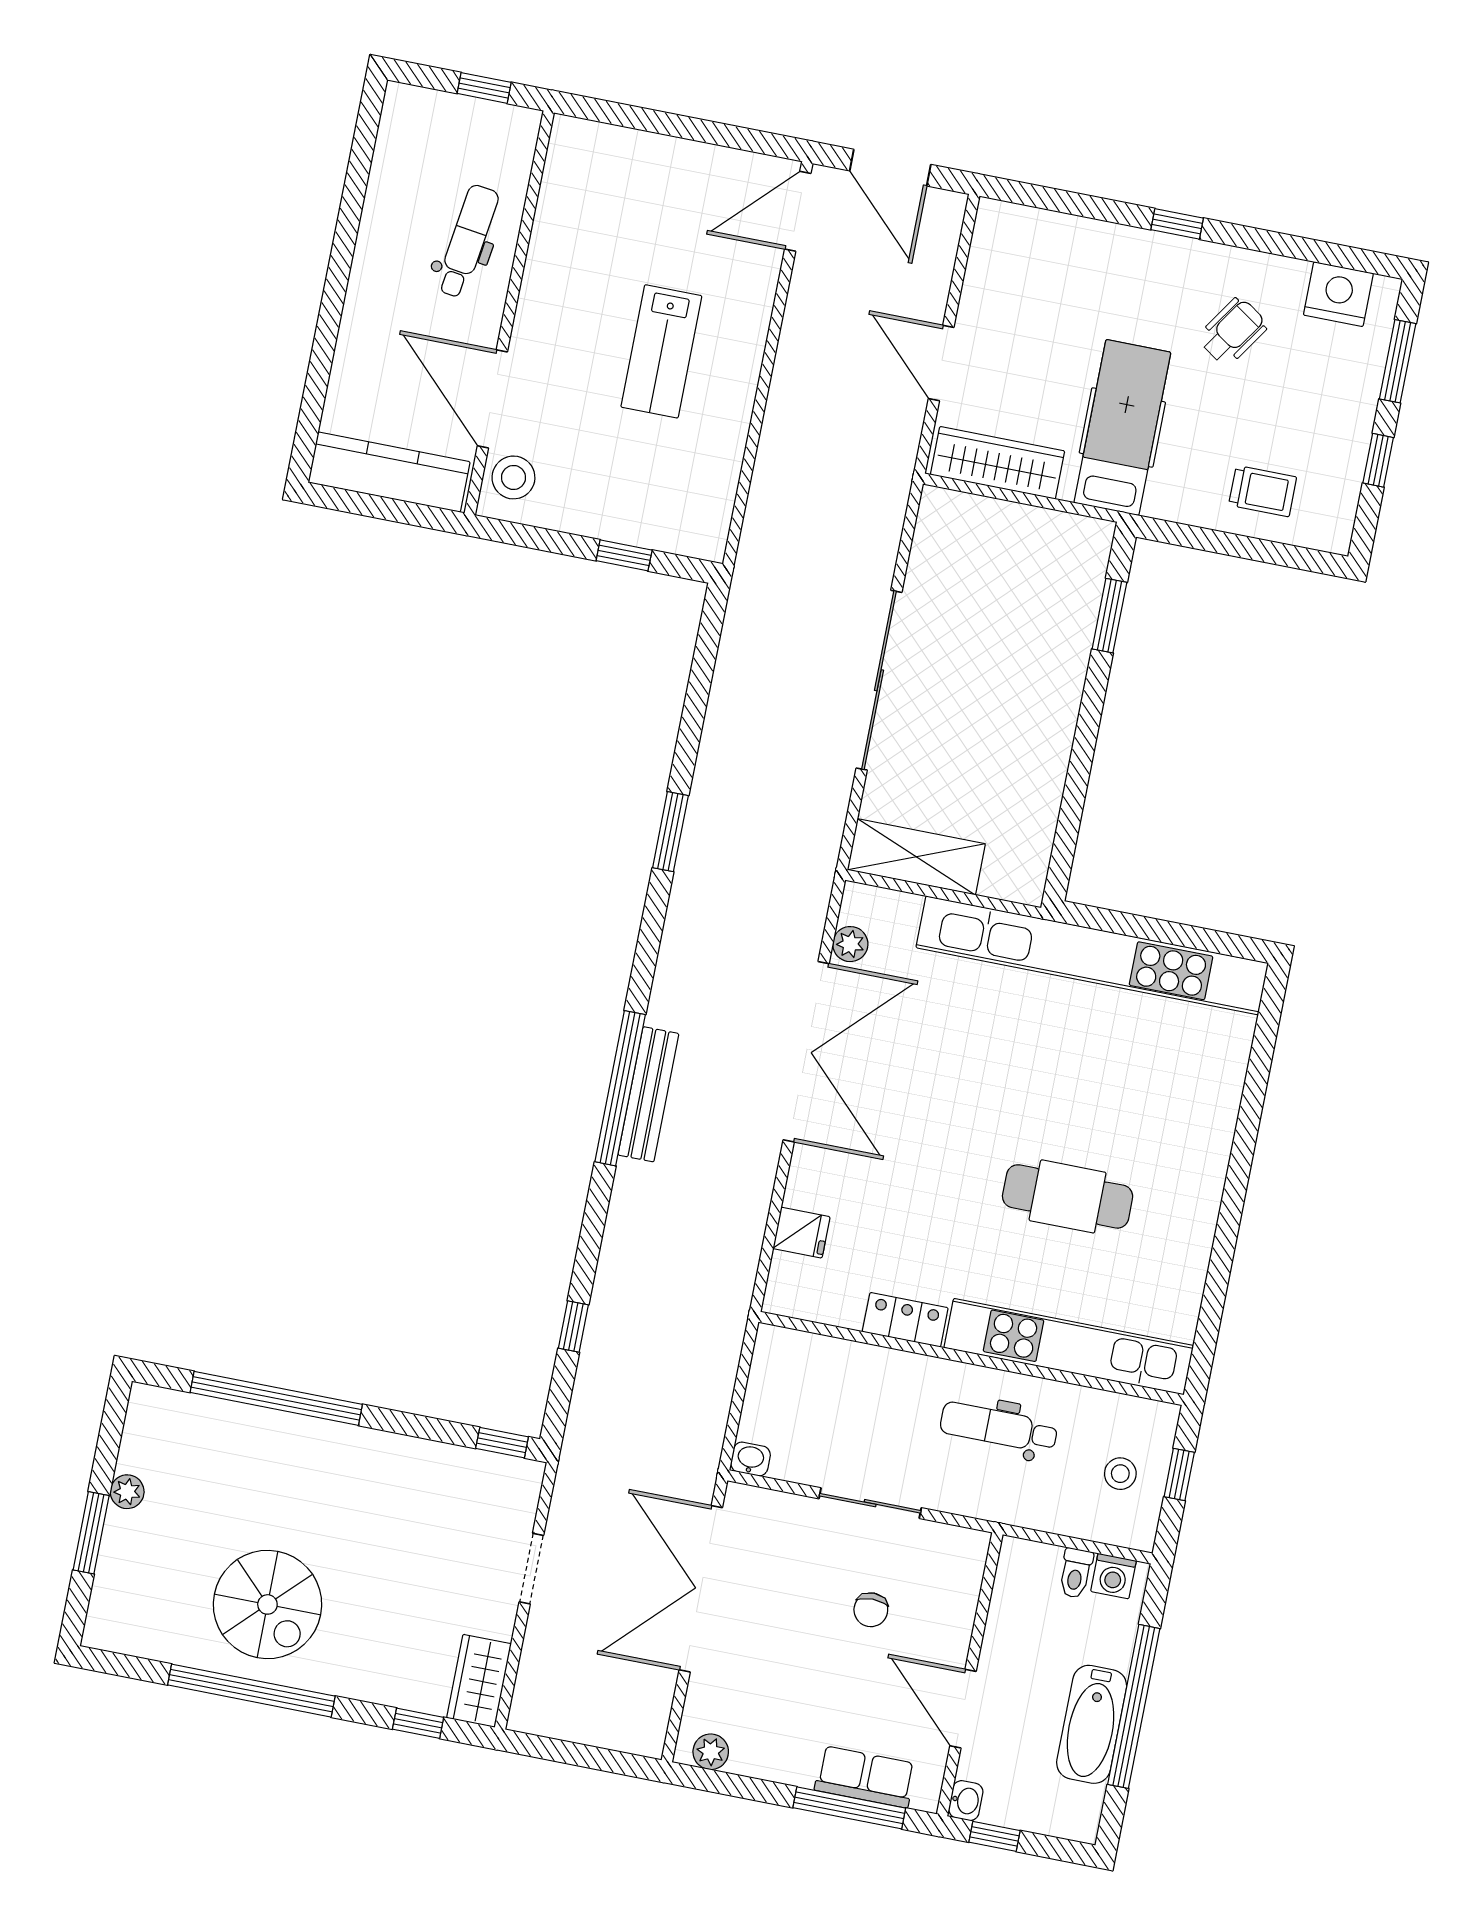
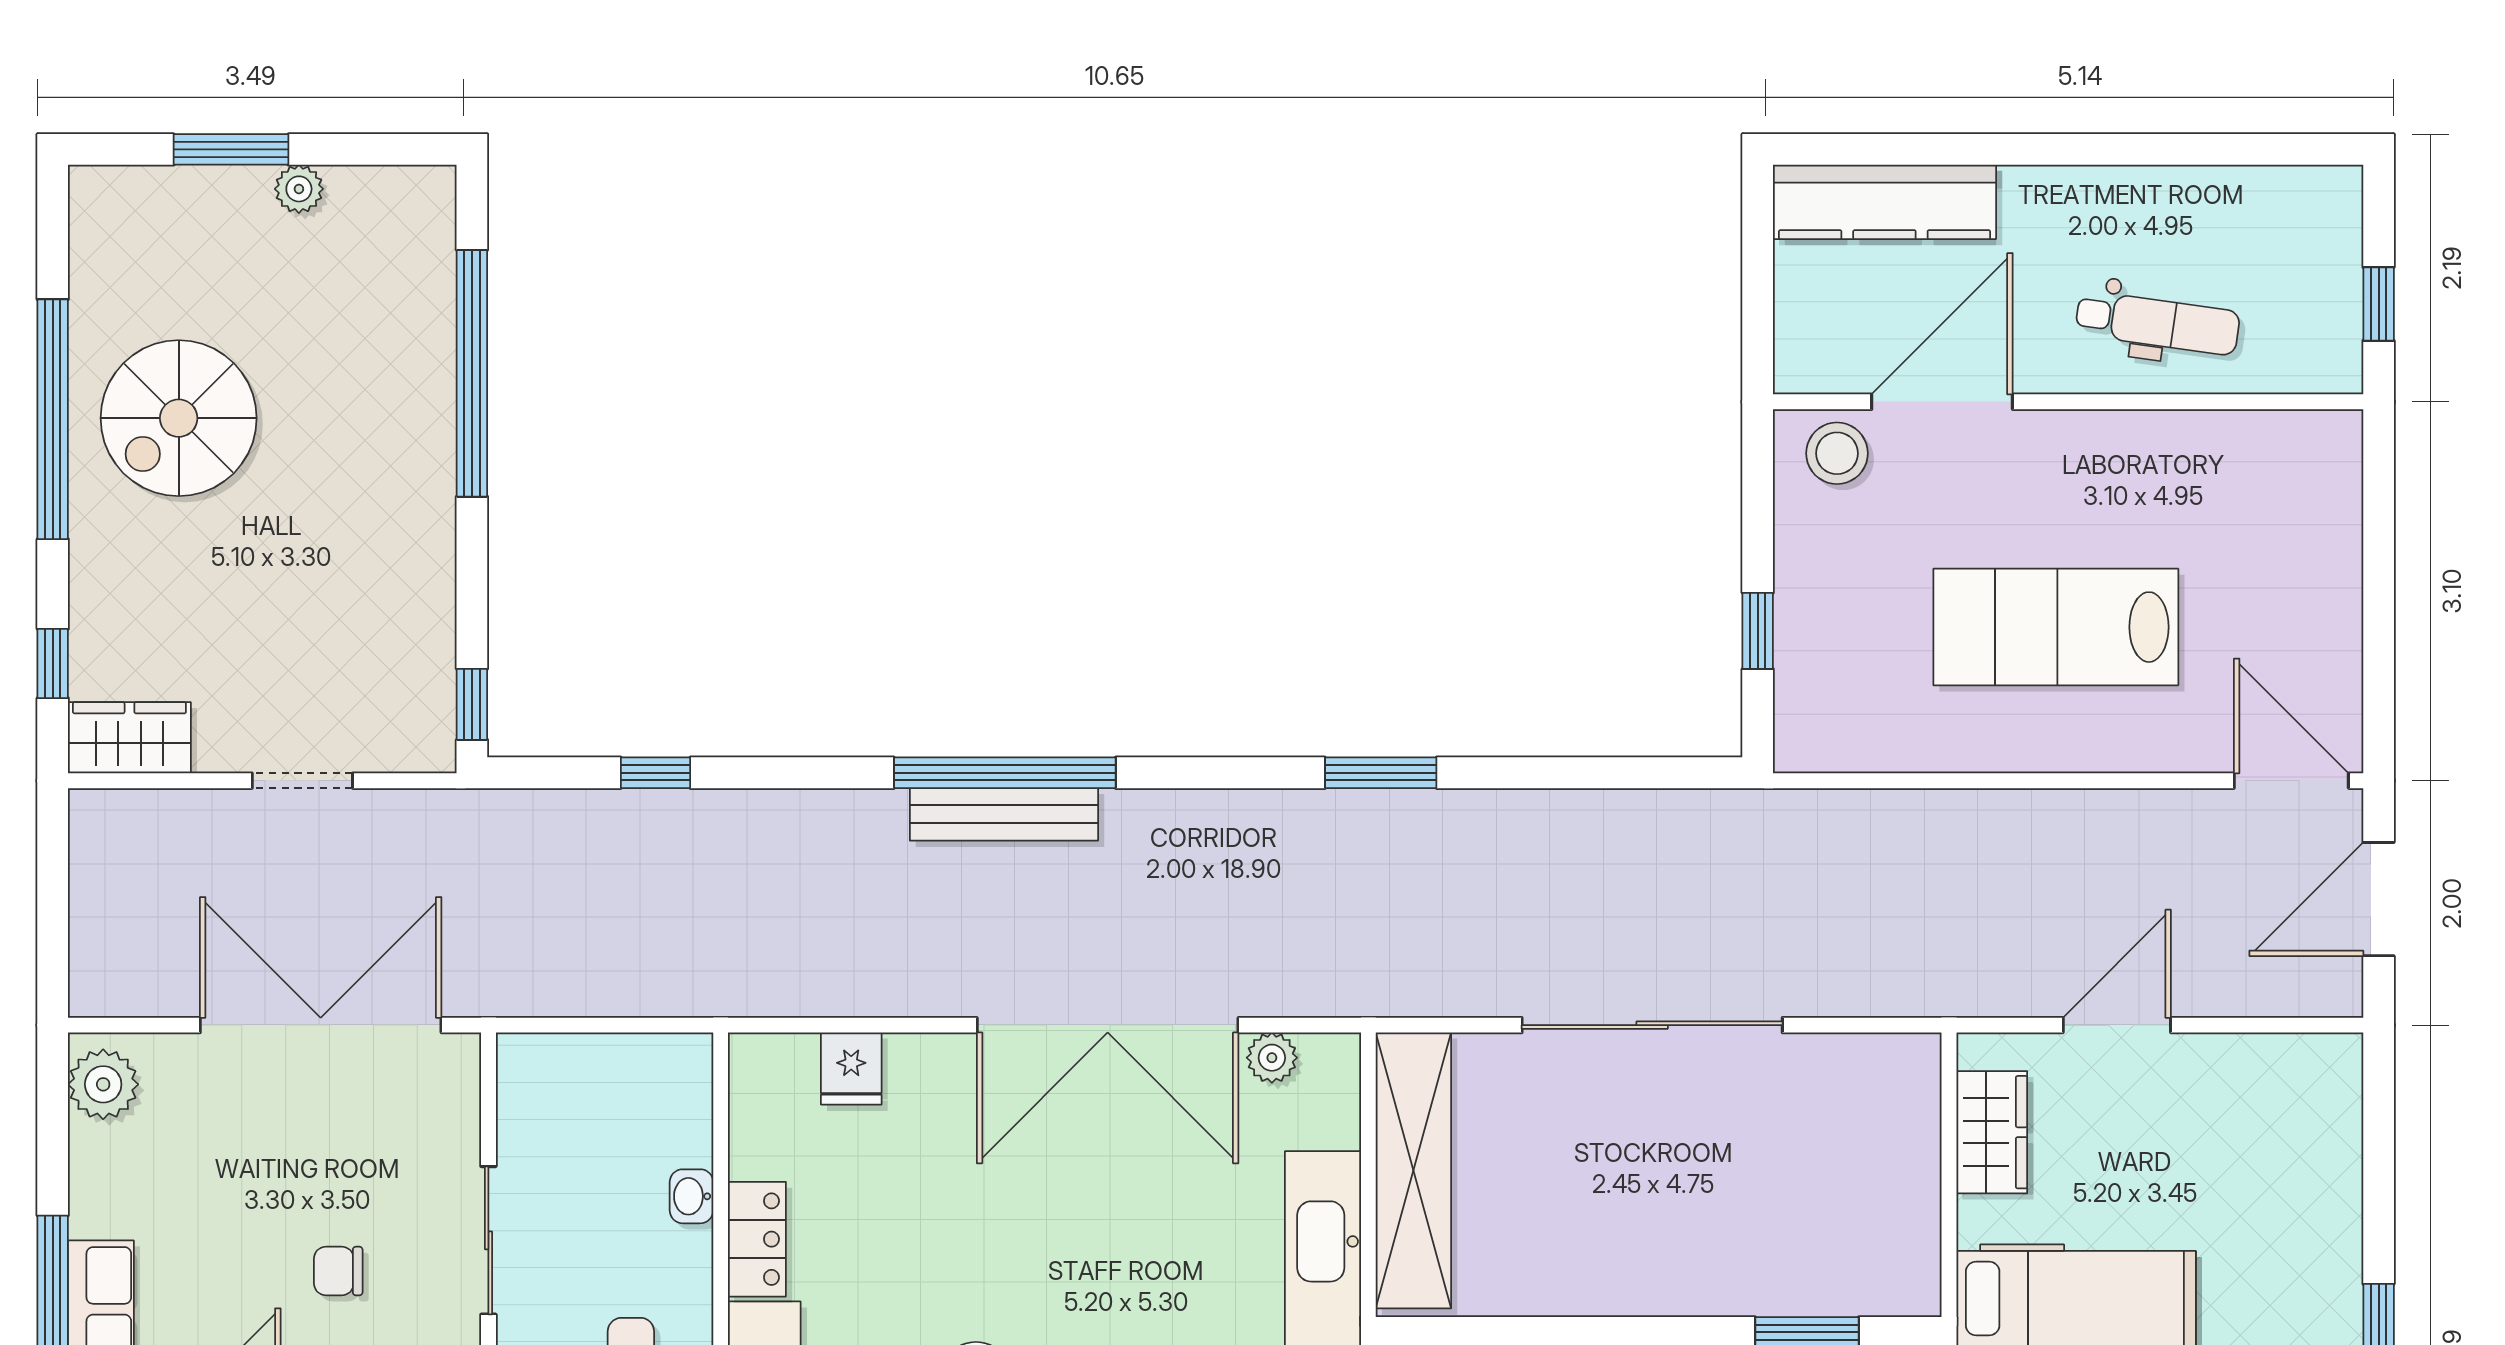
lab bench: (661, 351) -> (2056, 627), width x1.36, depth x1.39
wardrobe: (998, 463) -> (1992, 1132), width x0.67
kitchen counter: (389, 472) -> (1884, 202), moved, turned 90
shelving: (916, 857) -> (1413, 1170), width x1.47
washbasin: (751, 1459) -> (691, 1196), moved, turned 180
plant: (711, 1752) -> (103, 1084), width x1.38, depth x1.38

